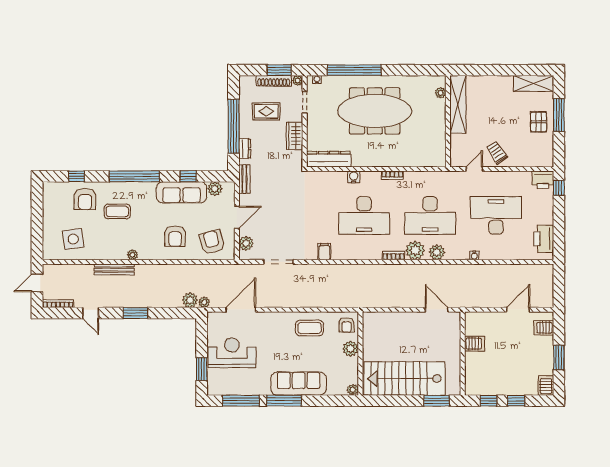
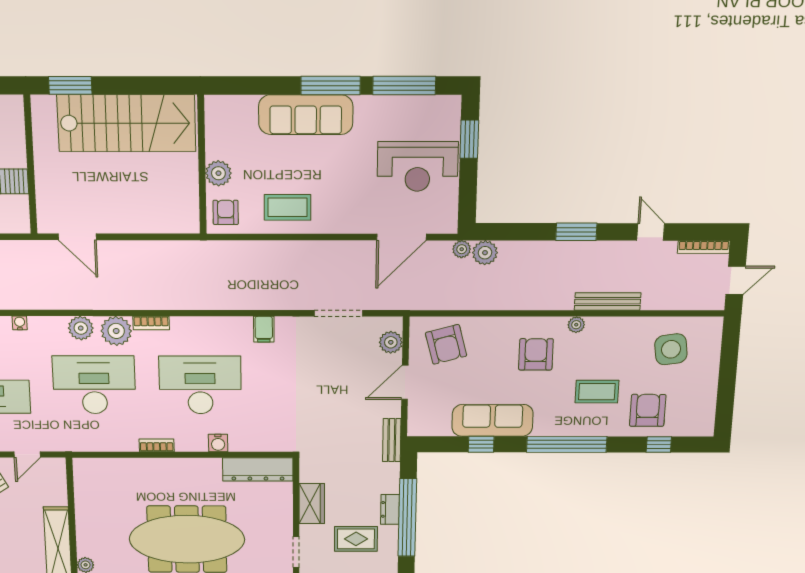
dresser: (245, 149) -> (390, 509), moved
plant: (215, 189) -> (439, 426), removed
armchair: (175, 236) -> (536, 354), moved
plant: (353, 390) -> (214, 104), removed

